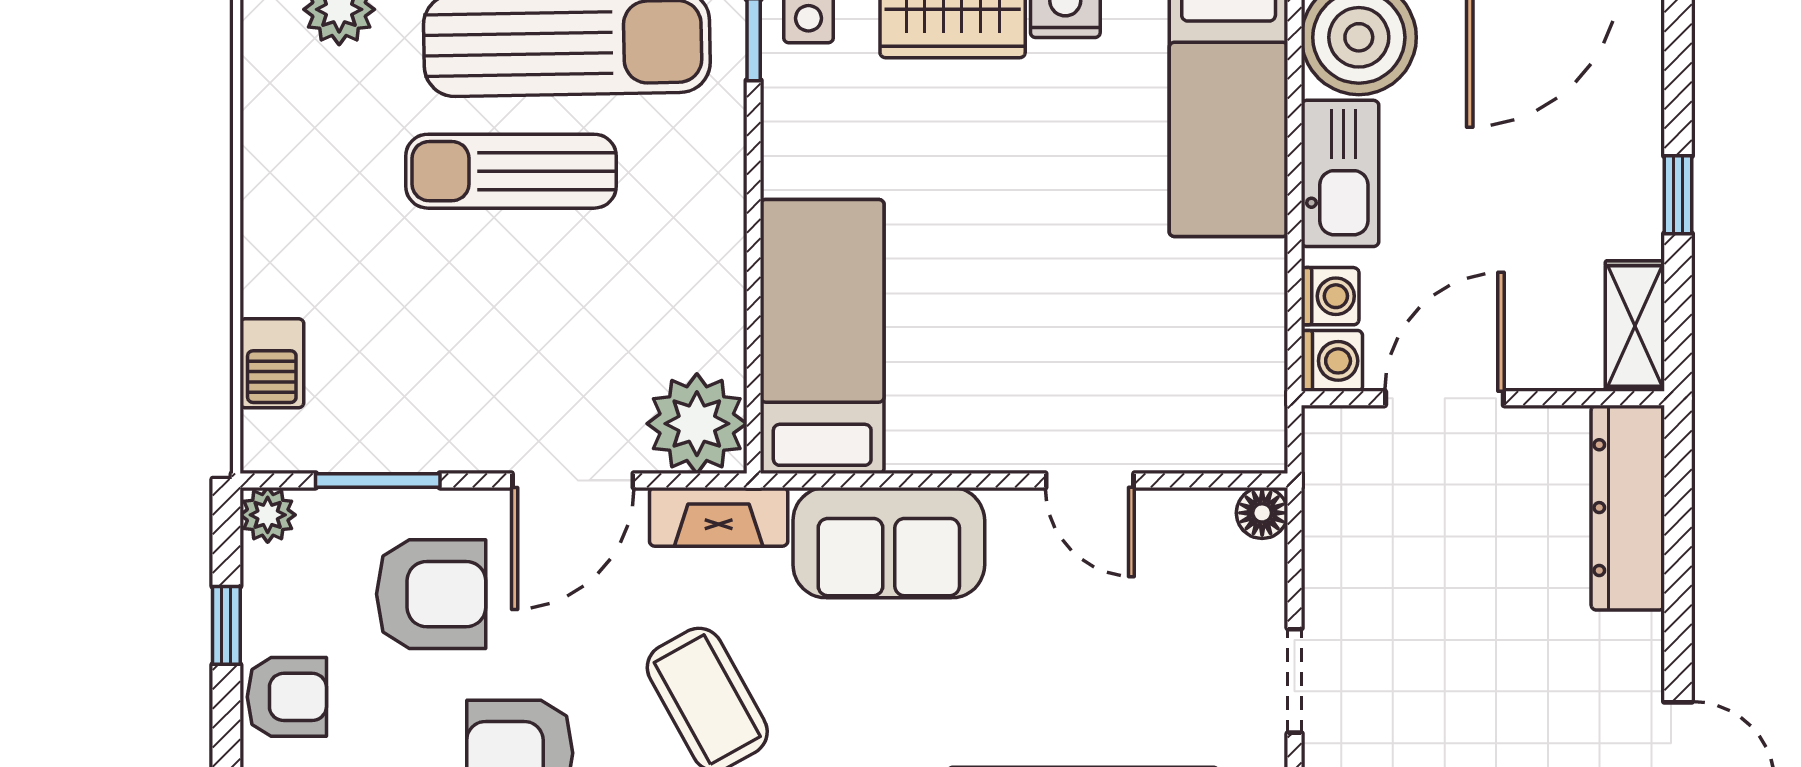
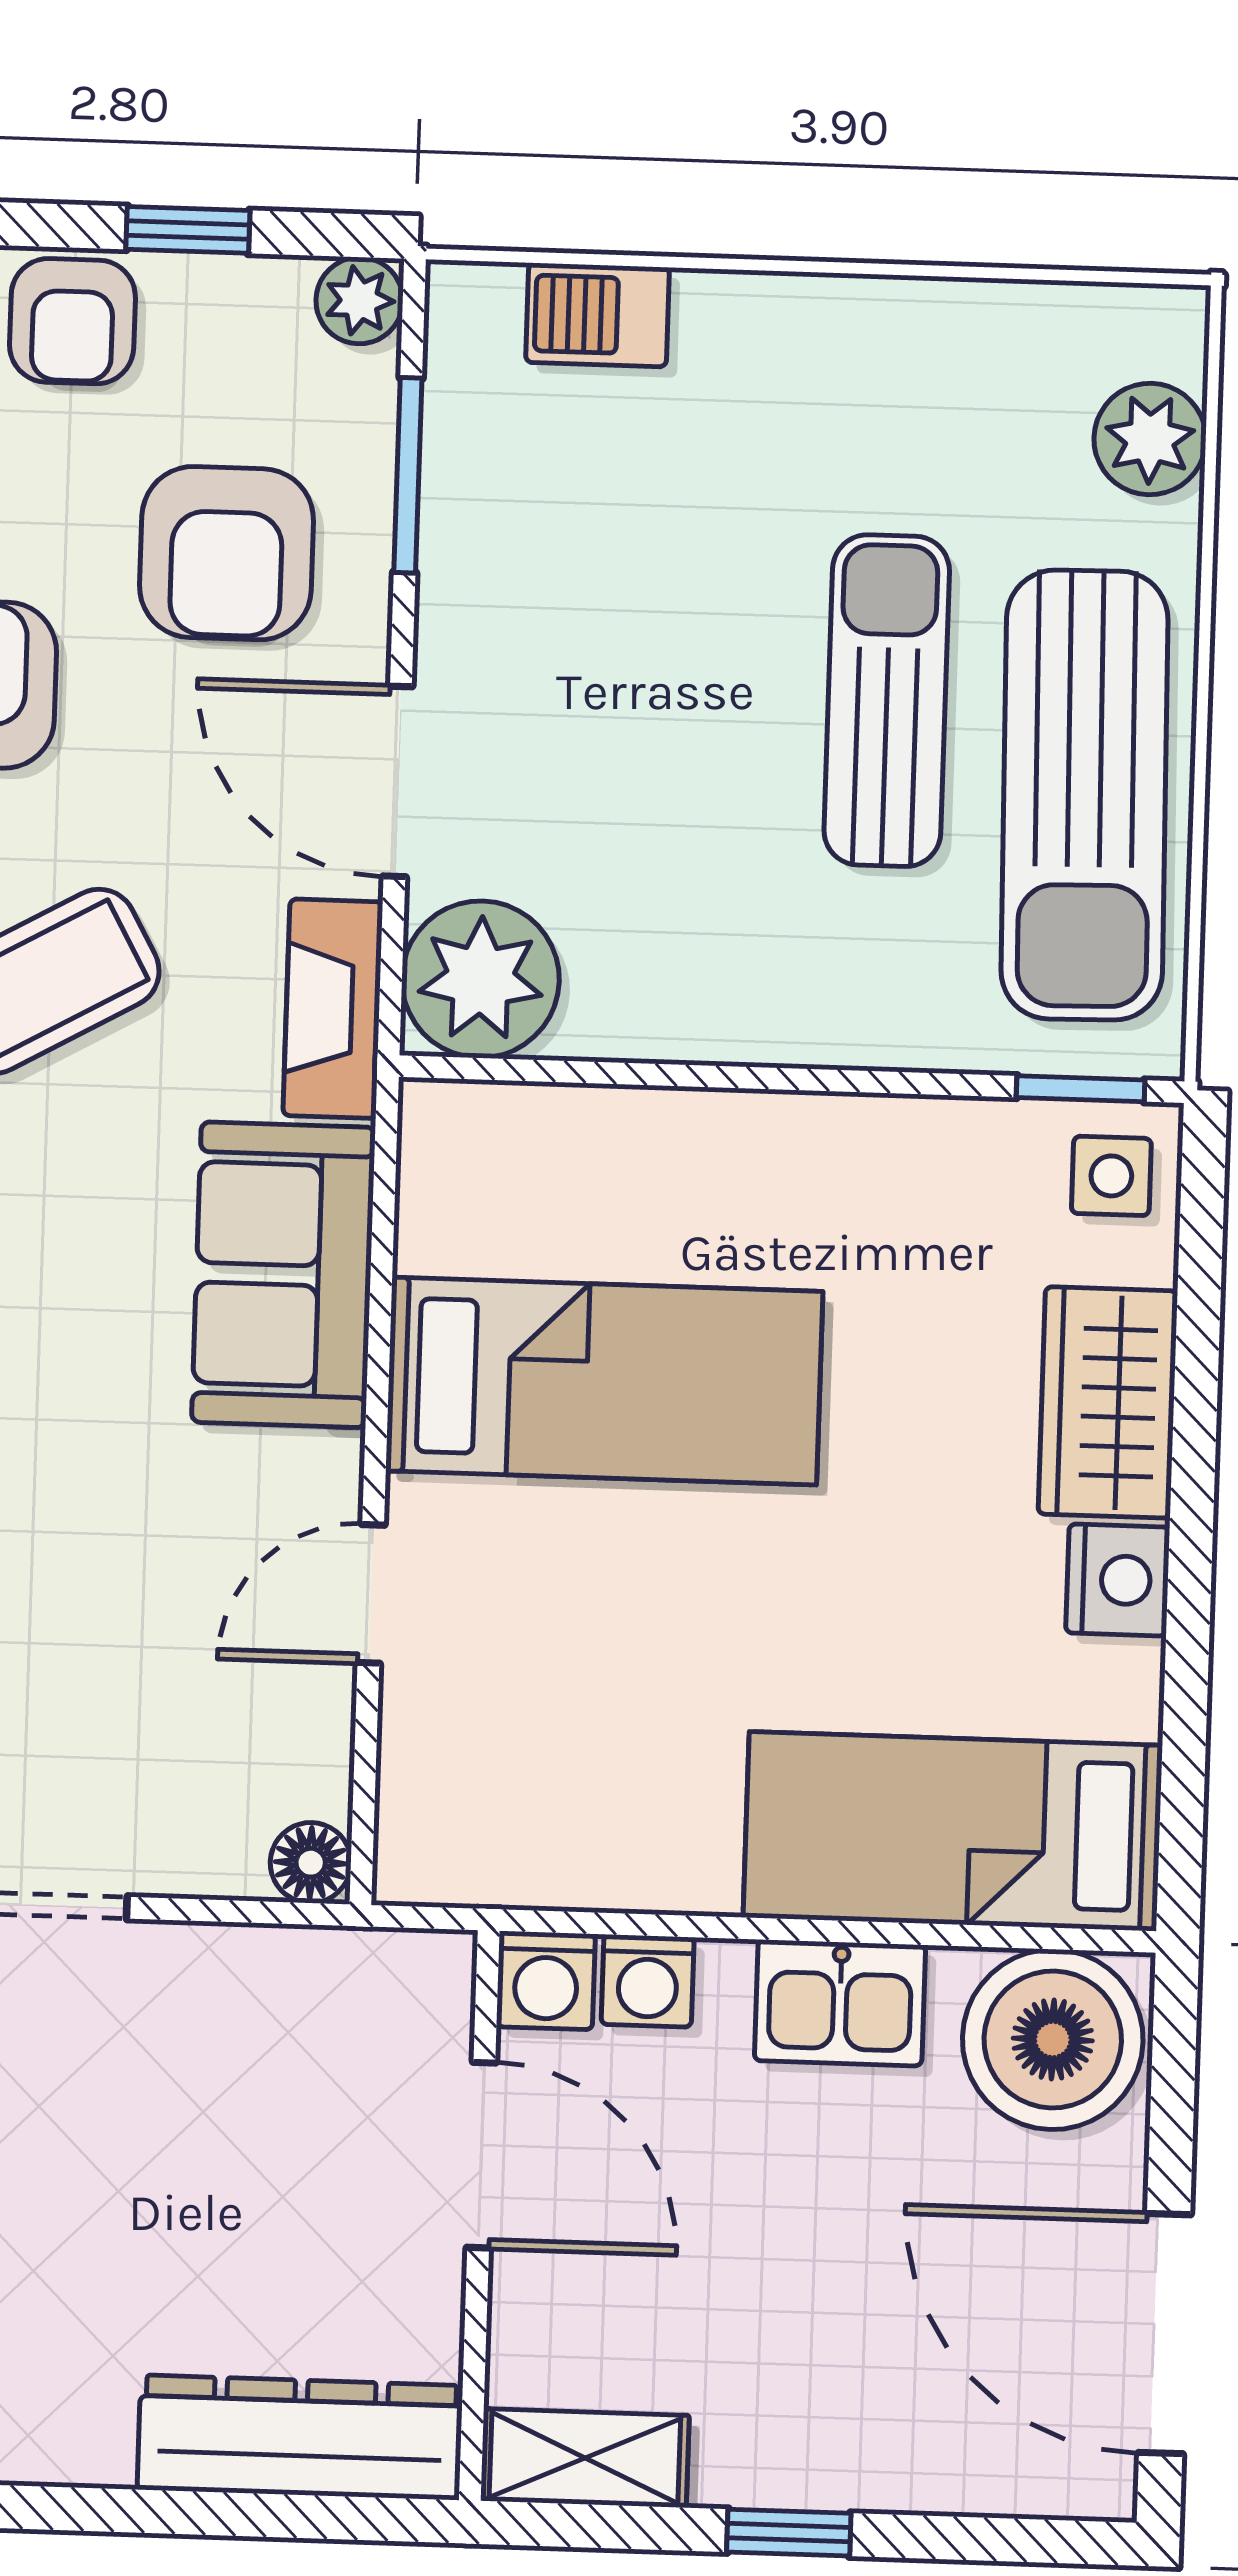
kitchen sink: (1340, 173) -> (840, 2003), width x0.73
bed: (822, 336) -> (604, 1381), moved

